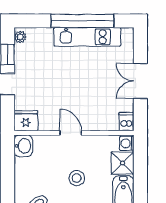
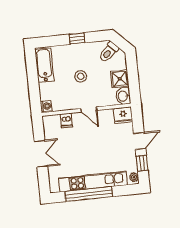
kitchen unit: (87, 37) -> (93, 182), width x1.36
dishwasher: (127, 122) -> (66, 120), moved
shower: (123, 163) -> (120, 79), moved

